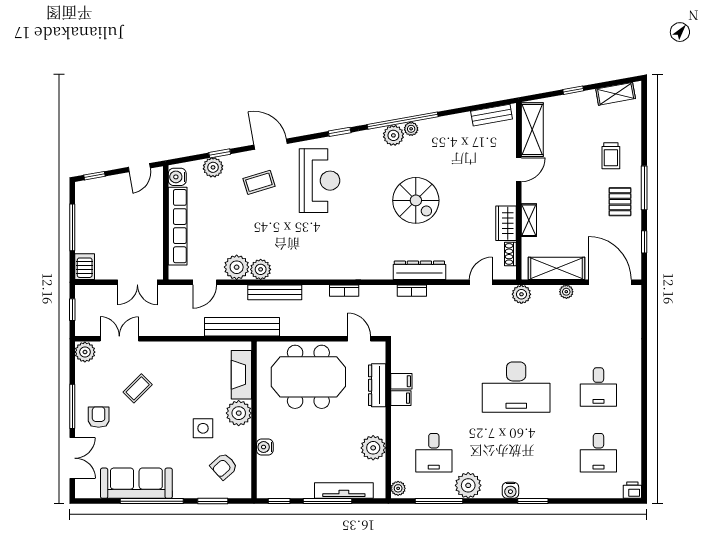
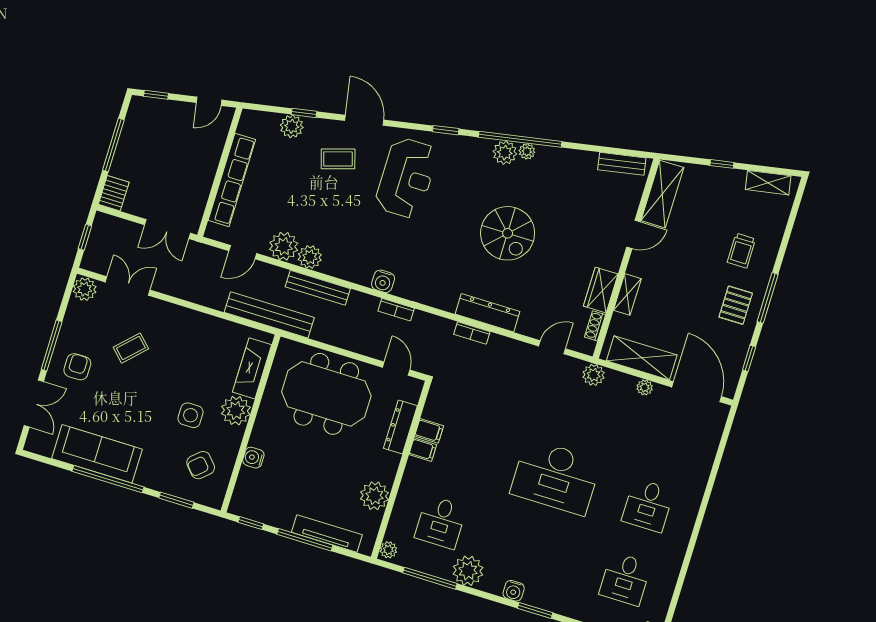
water cooler: (177, 177) -> (383, 281), moved, turned -90

